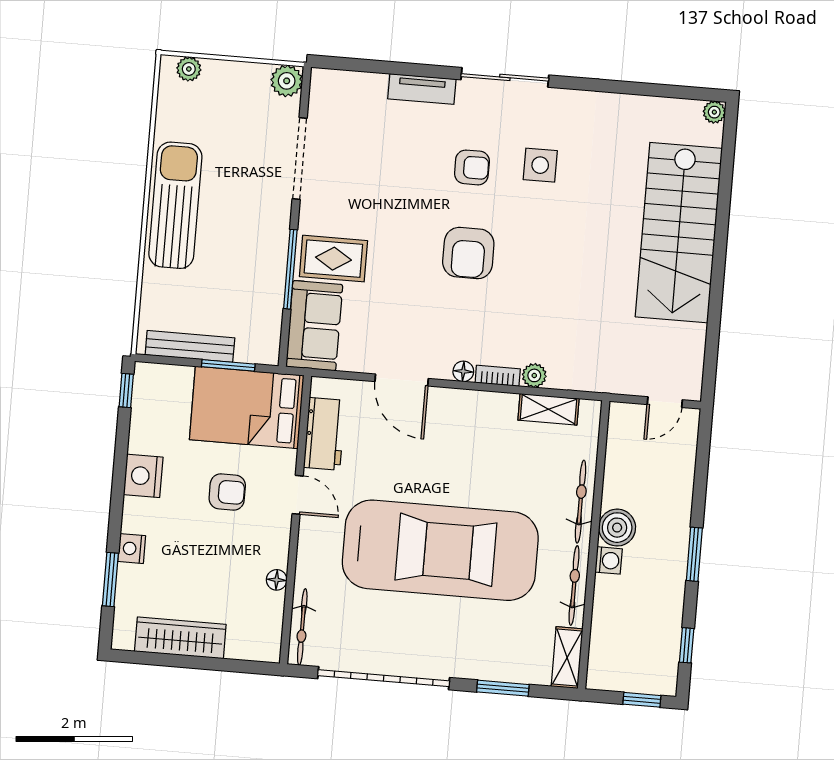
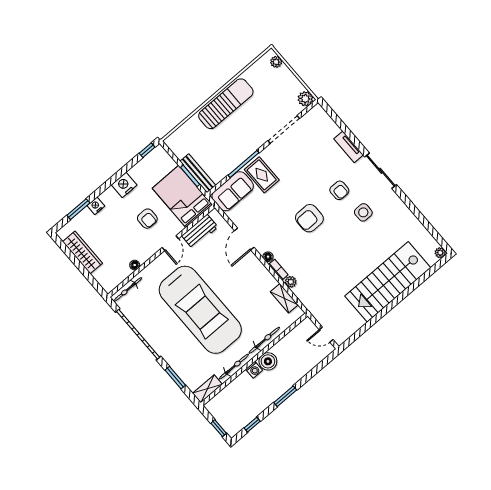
bench: (190, 346) -> (198, 173), moved

